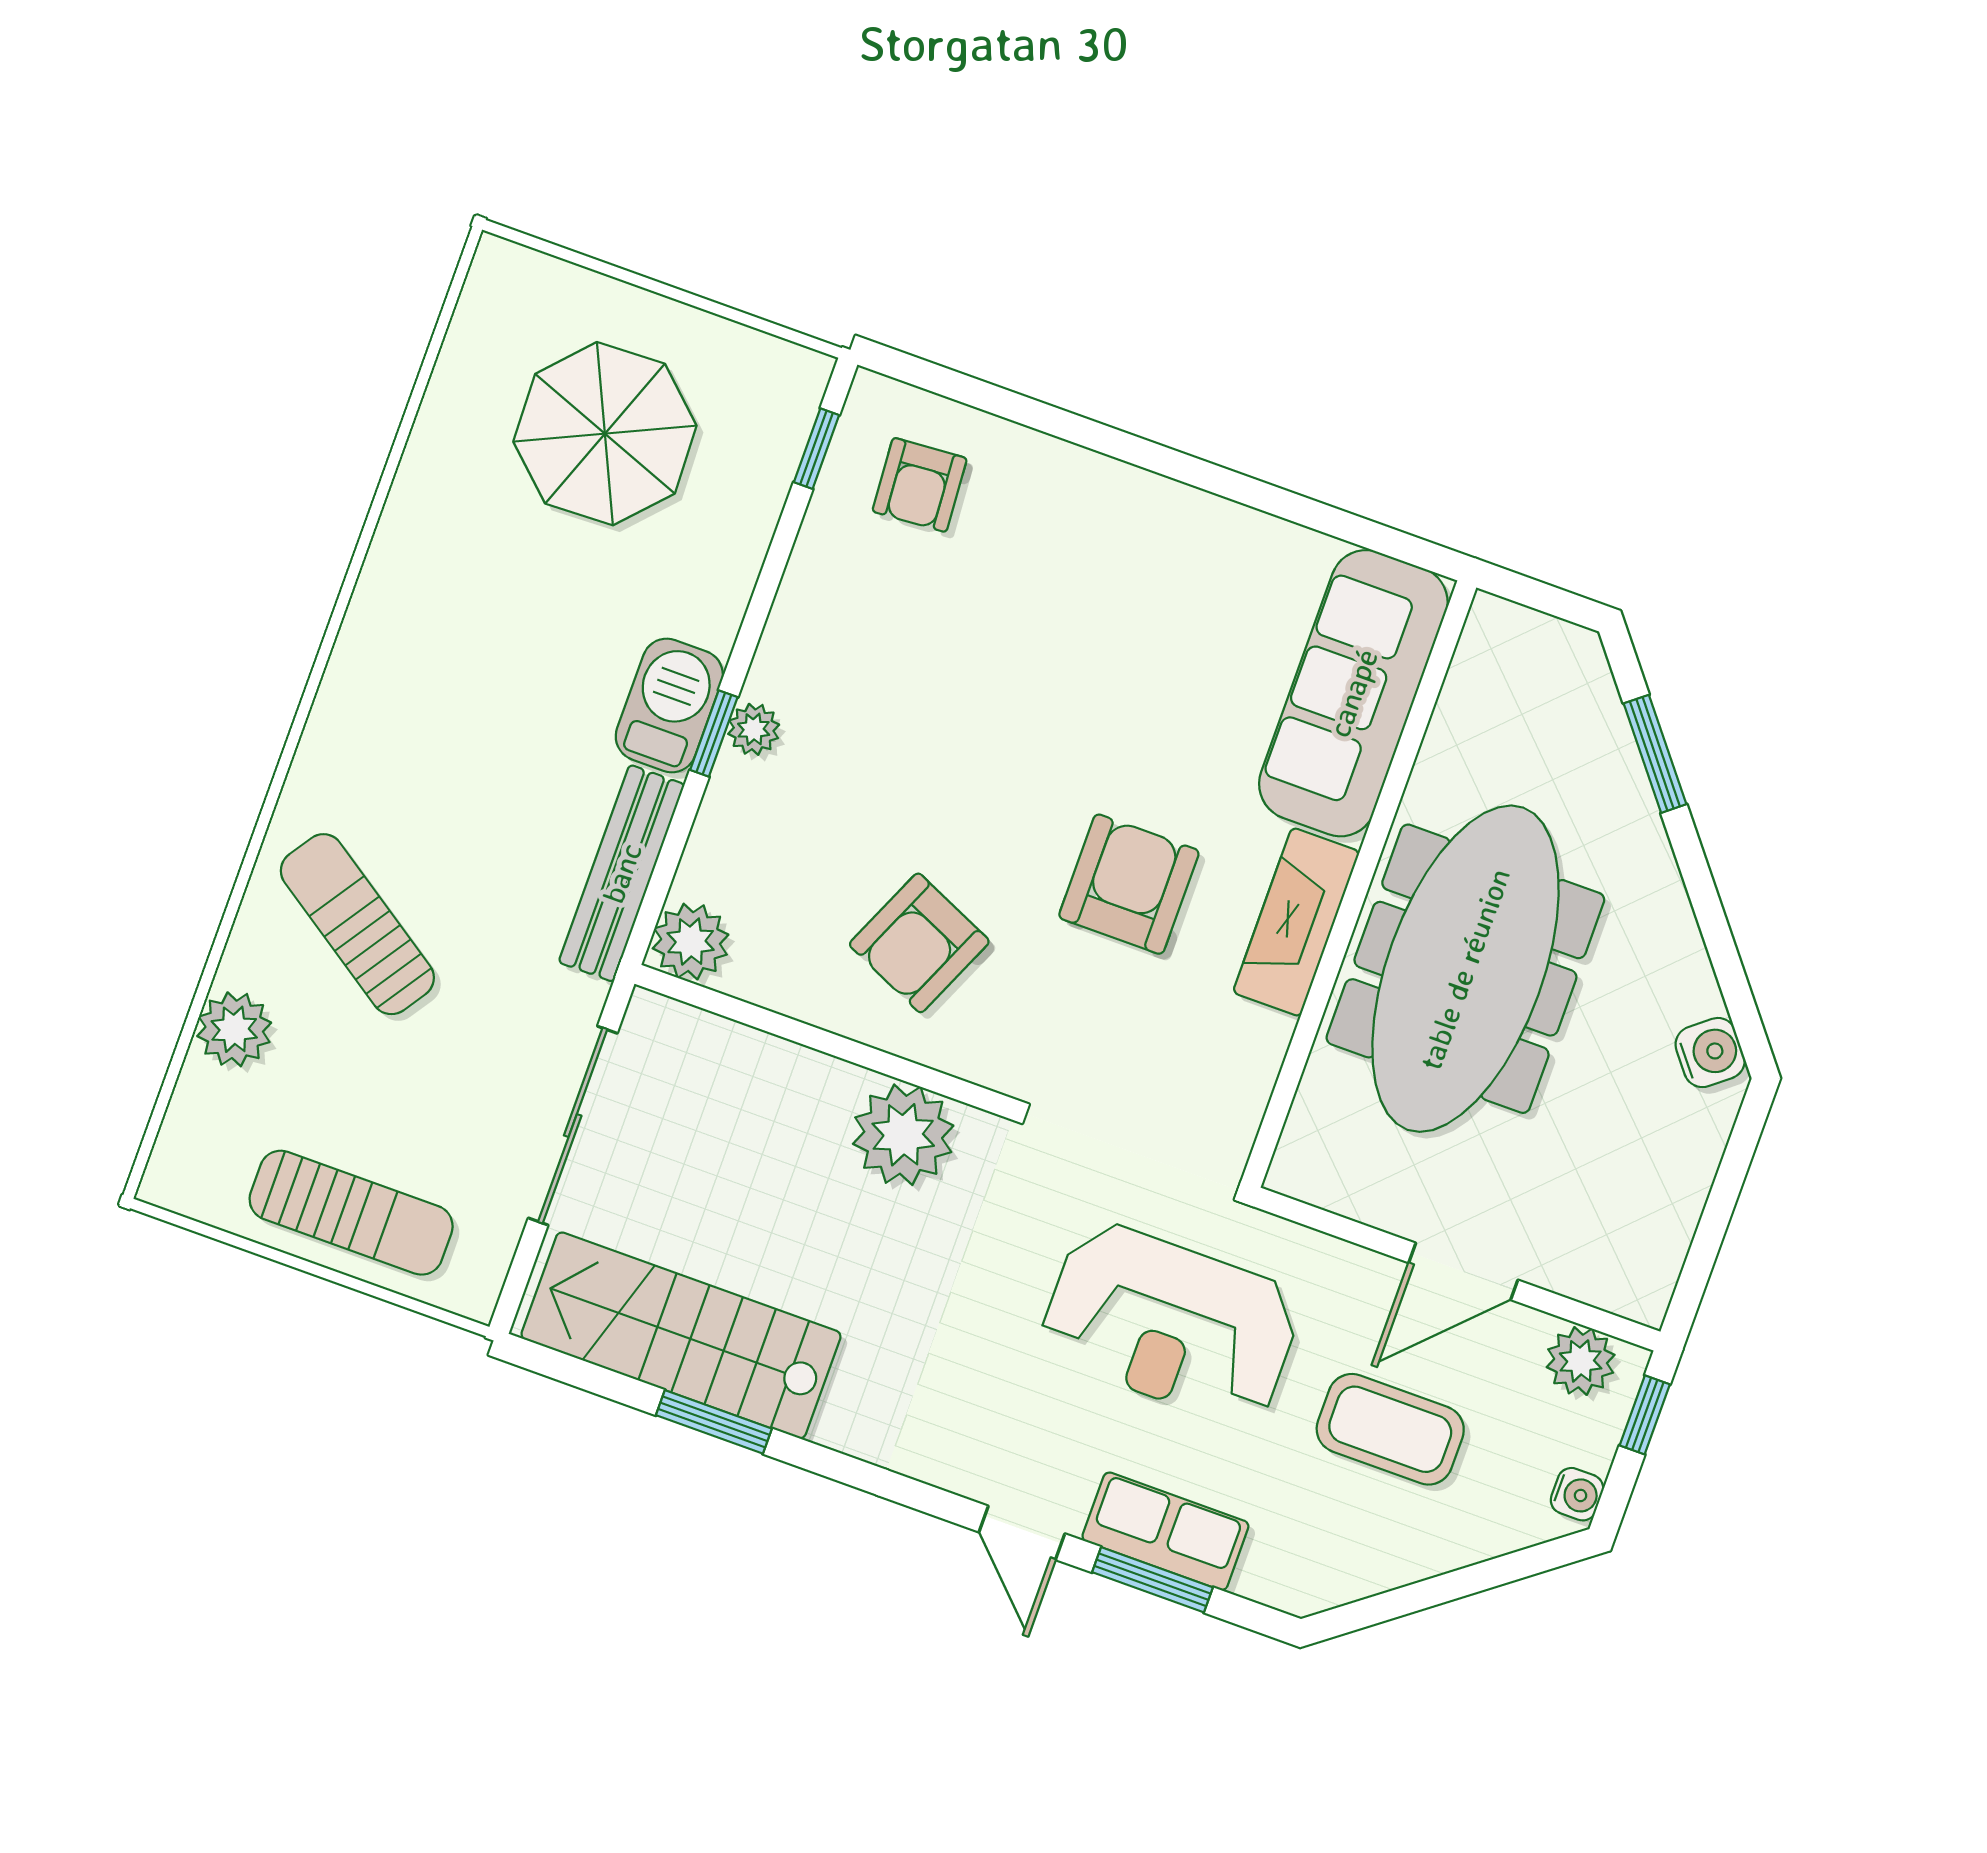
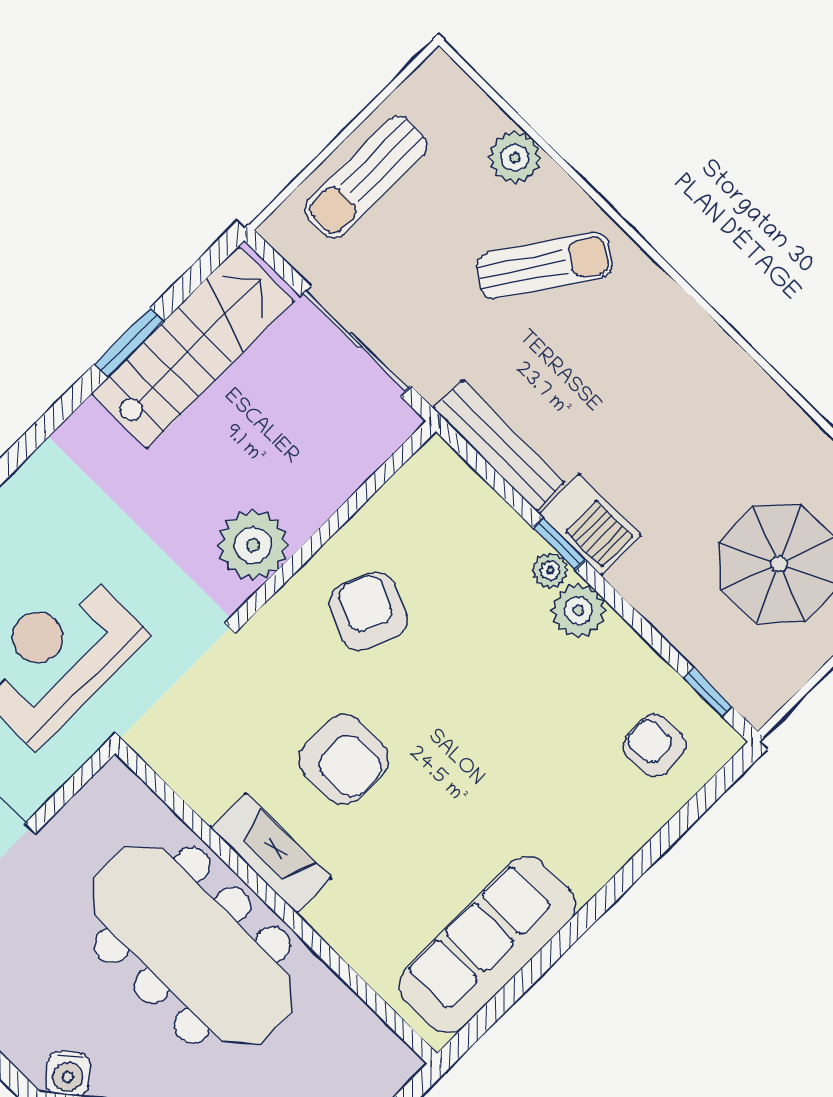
sofa: (1353, 693) -> (487, 945), moved, turned -90
plant: (691, 942) -> (578, 611), moved

